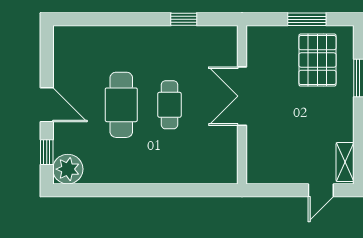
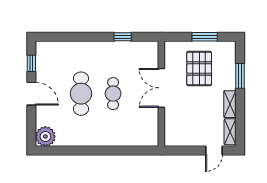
pallet: (317, 60) -> (199, 69), moved
shelving: (345, 121) -> (230, 104), added
window: (47, 152) -> (31, 63), moved

